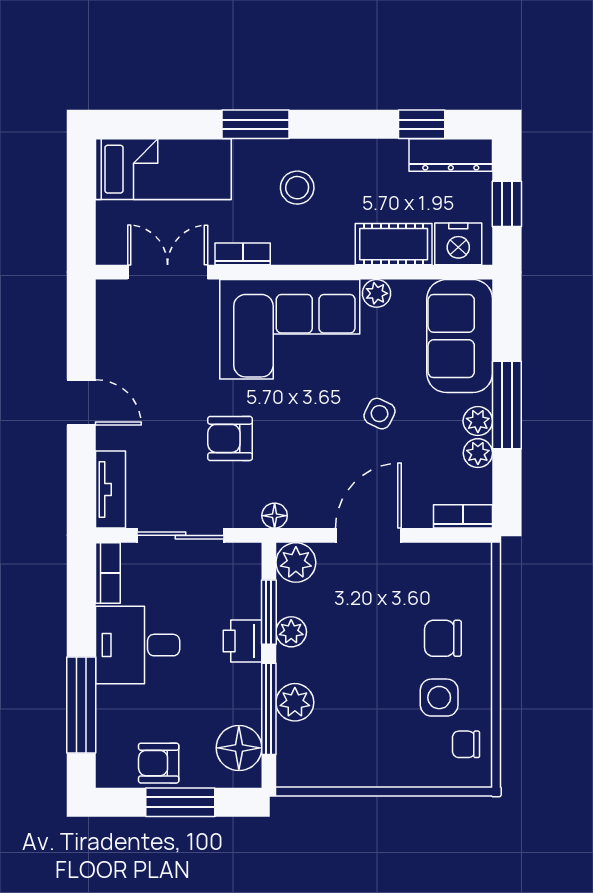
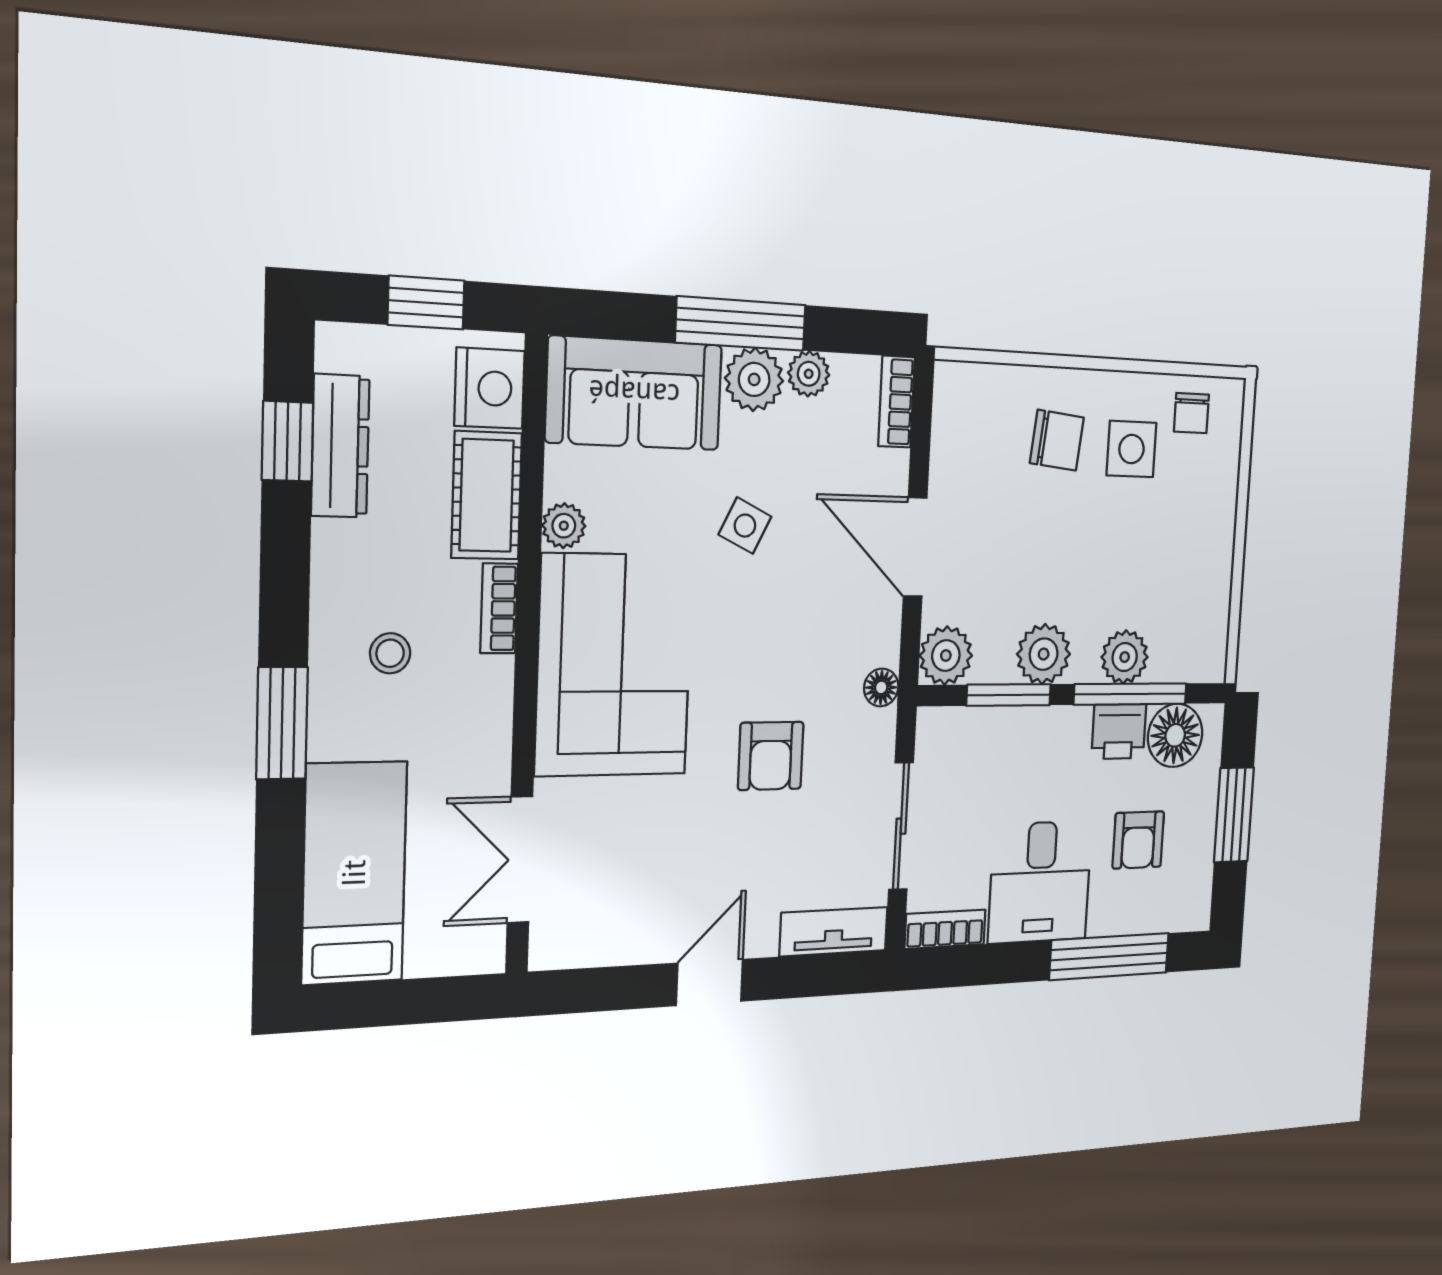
dresser: (451, 155) -> (340, 446), moved
stool: (297, 188) -> (390, 653), width x0.73, depth x0.73
bookcase: (243, 254) -> (499, 608), moved
plant: (478, 421) -> (754, 379), width x1.38, depth x1.38
plant: (291, 632) -> (1044, 654), width x1.38, depth x1.38
chair: (443, 638) -> (1057, 440), turned -84
printer: (242, 641) -> (1119, 731), moved
armchair: (159, 763) -> (1138, 840), moved

